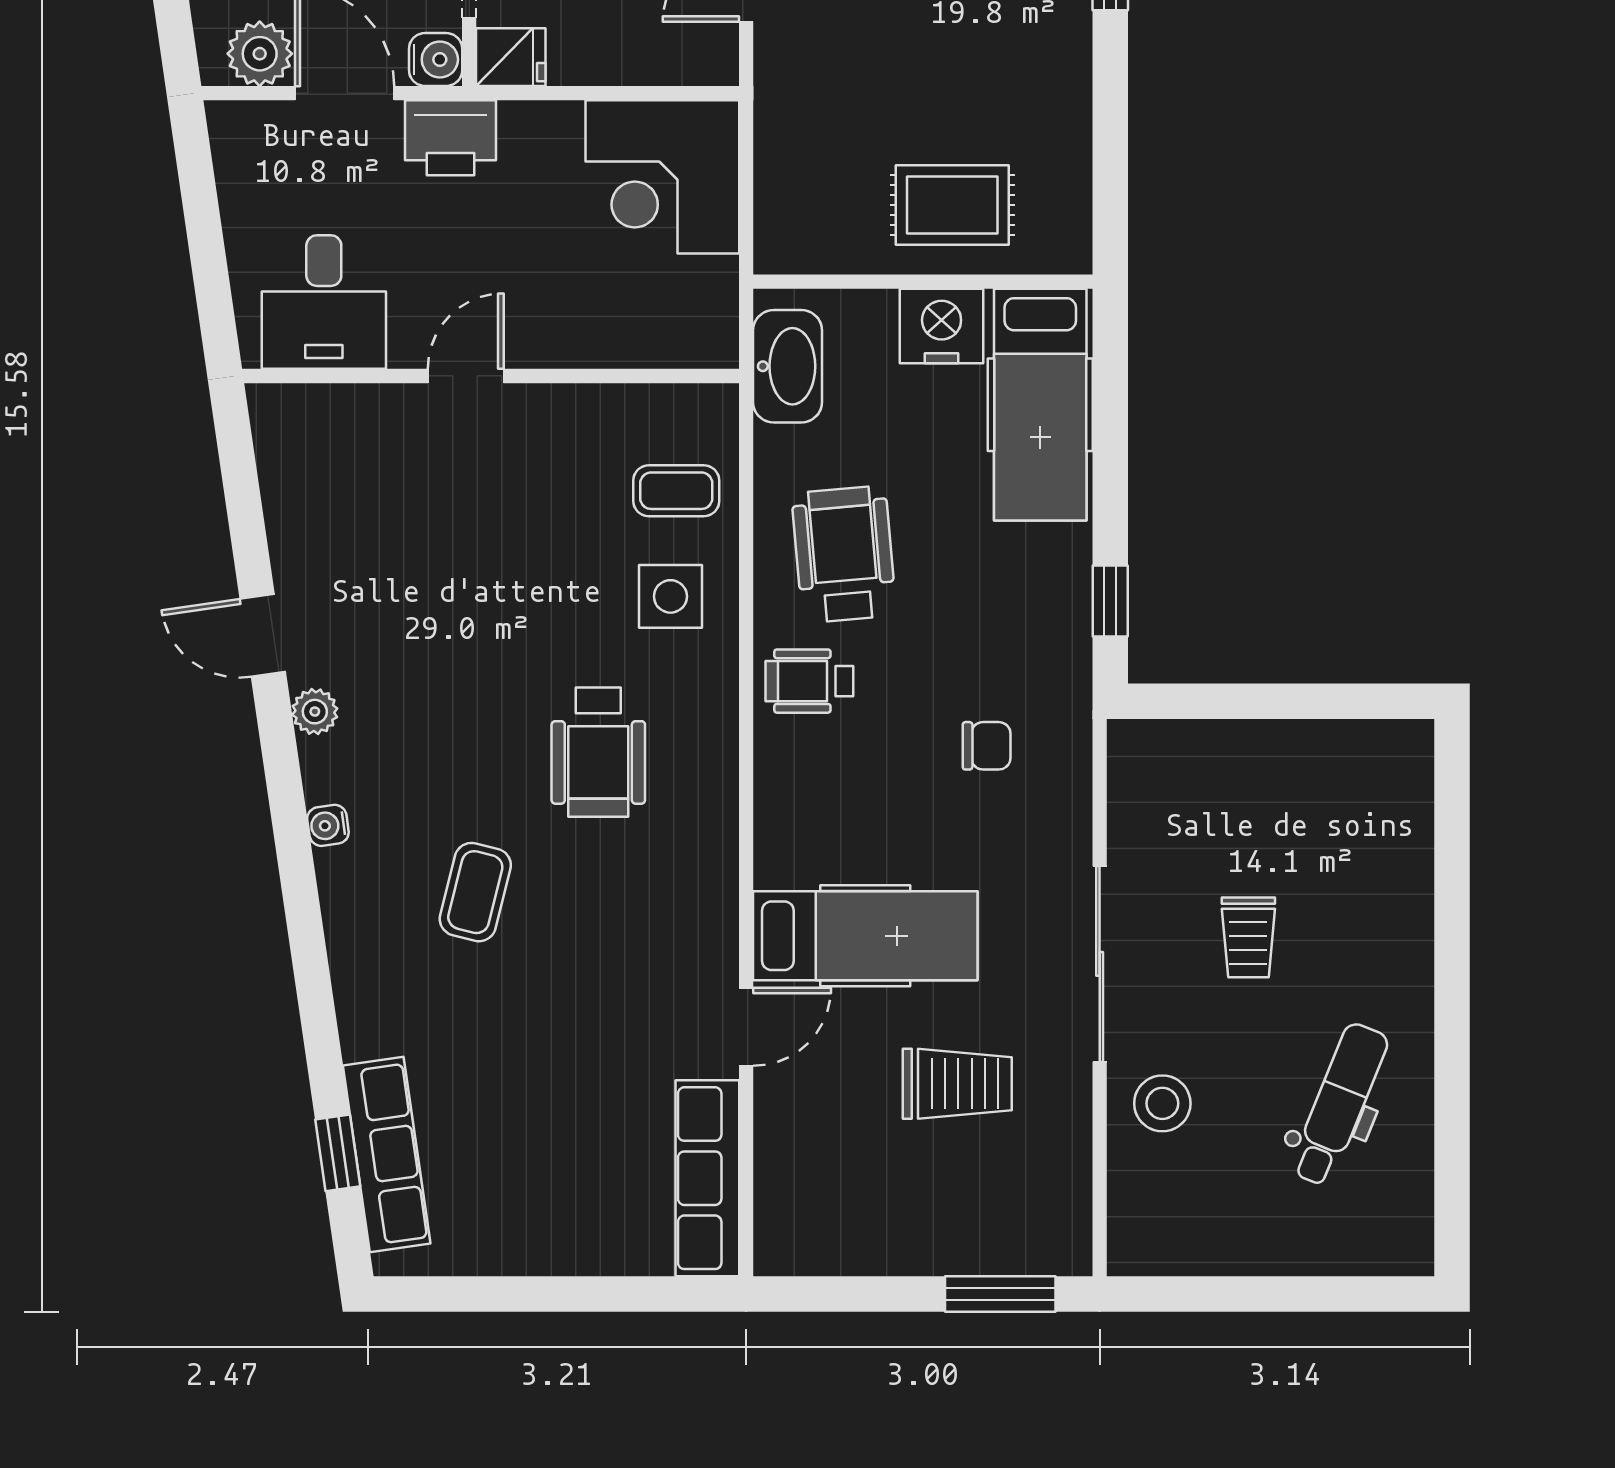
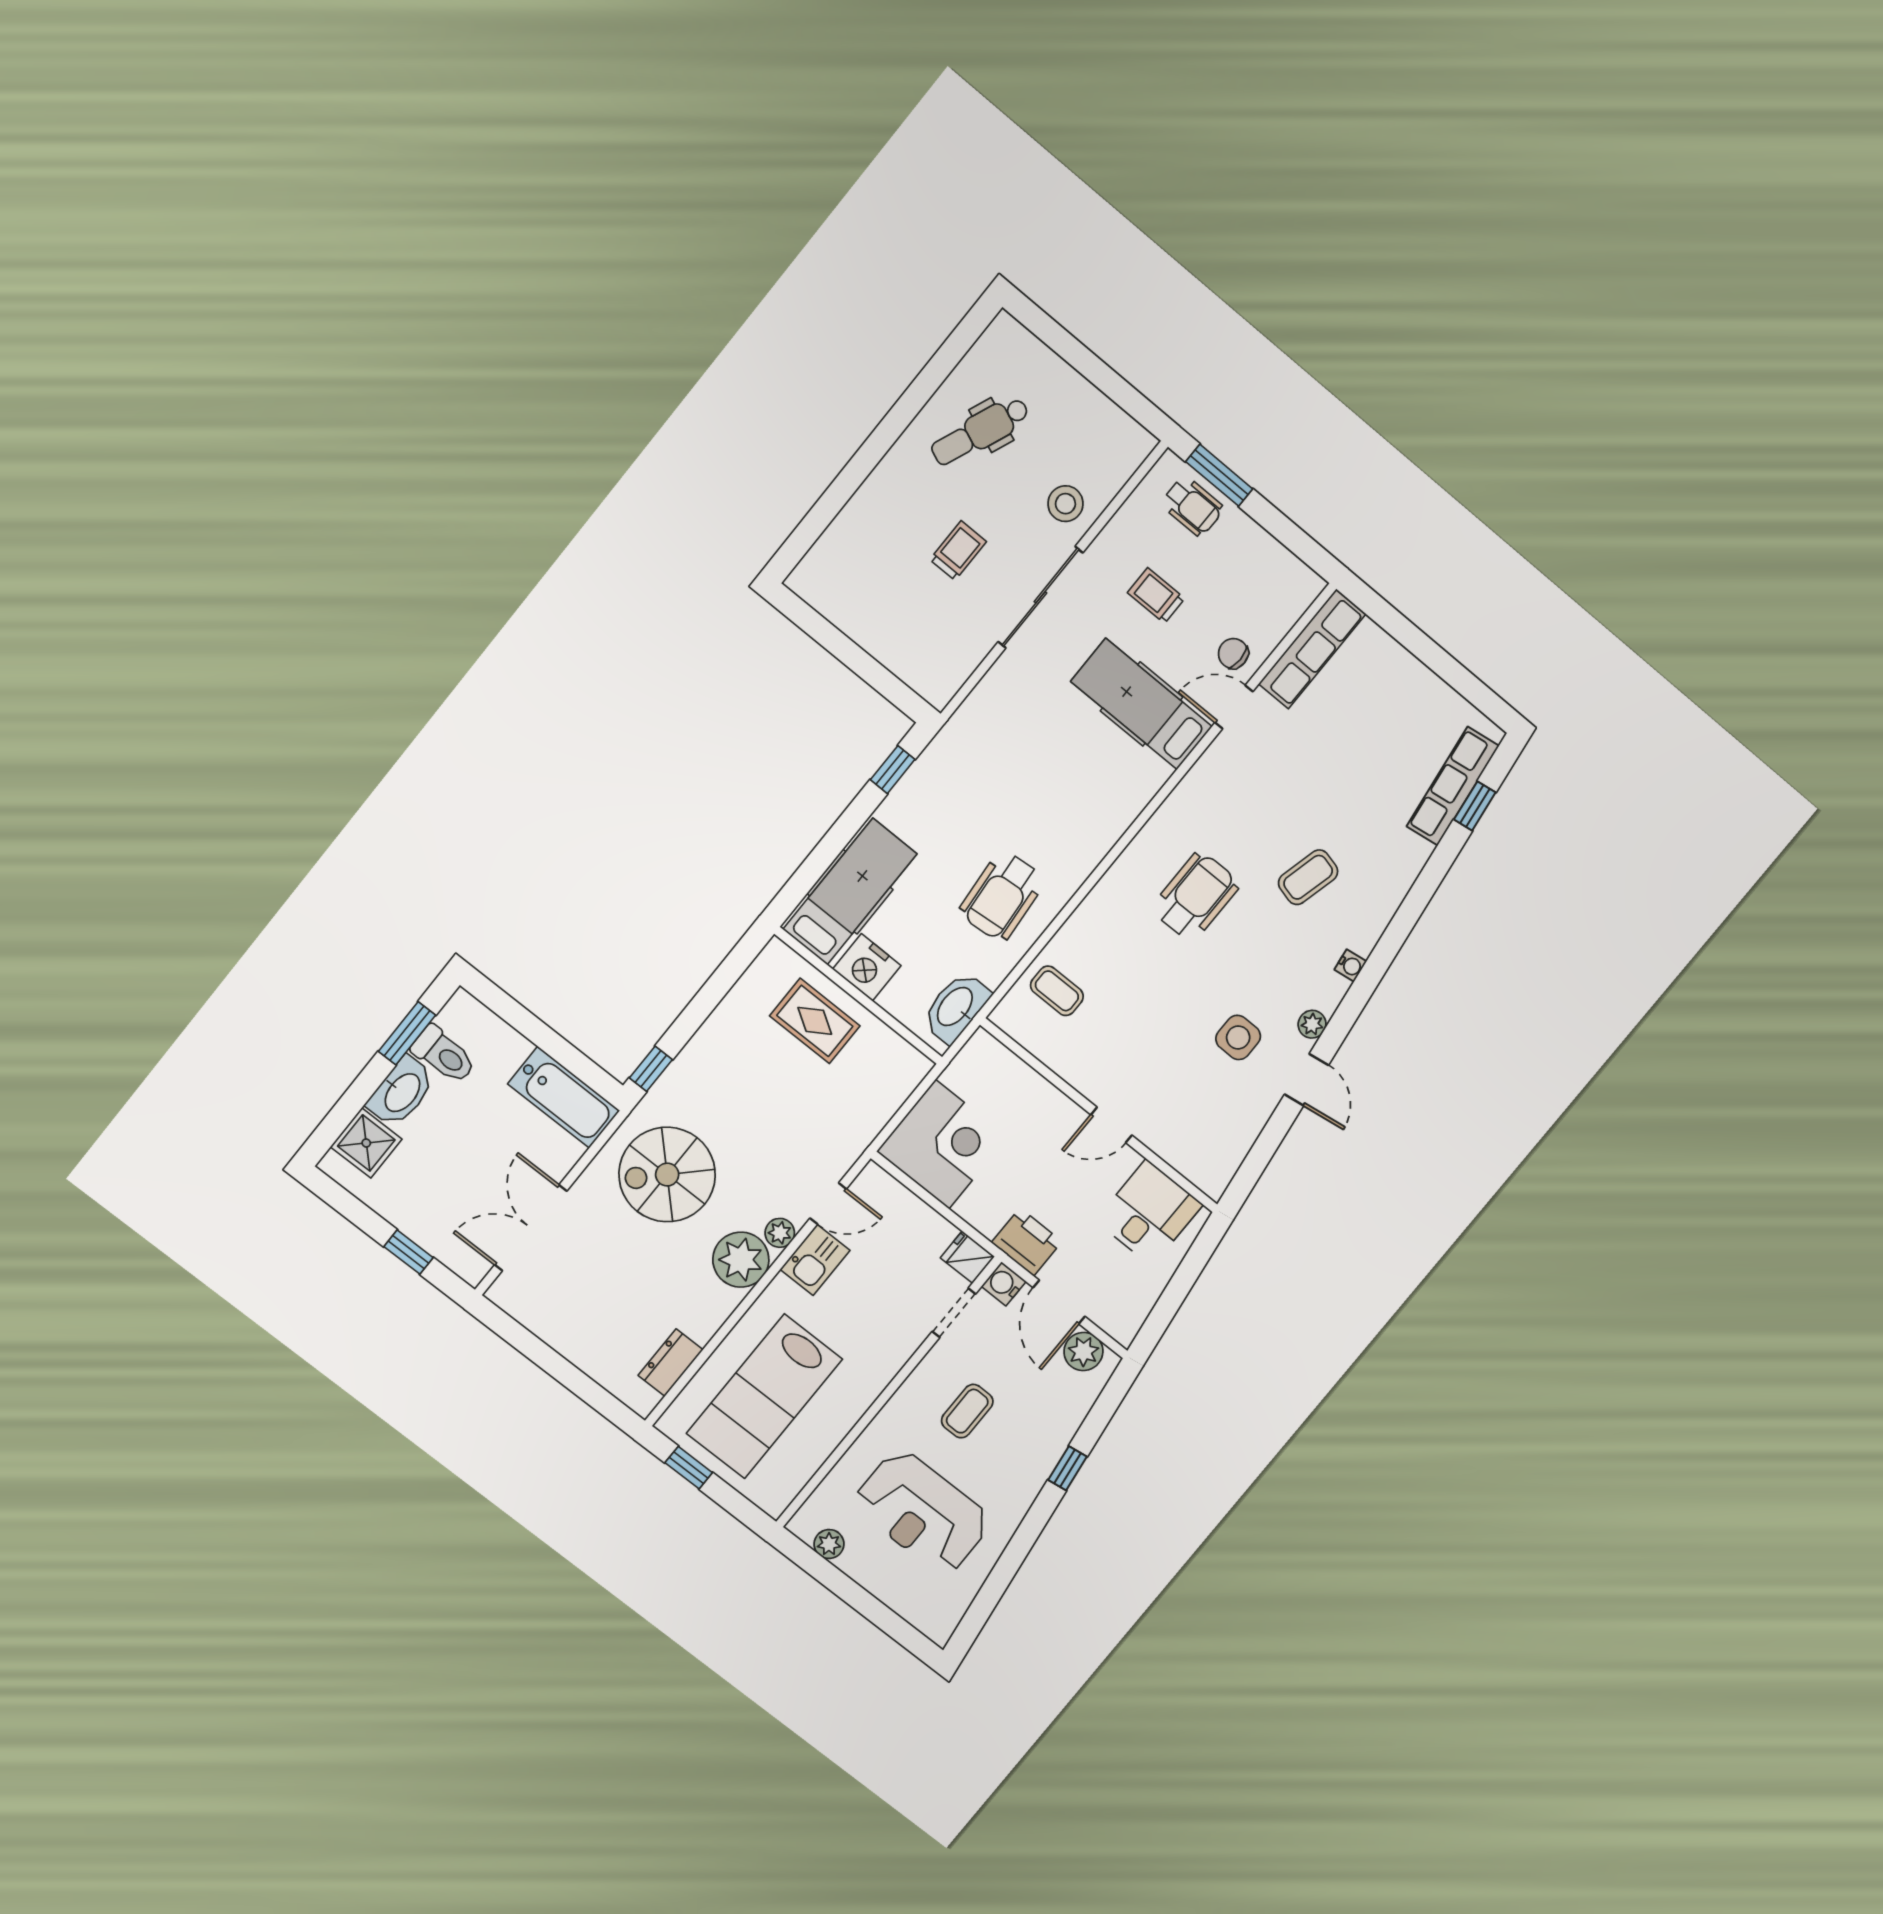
side table: (670, 596) -> (1238, 1037), moved
wheelchair: (809, 681) -> (1192, 506), moved
chair: (987, 746) -> (1233, 653), moved
trolley: (957, 1084) -> (1156, 596), width x0.73, depth x0.72

